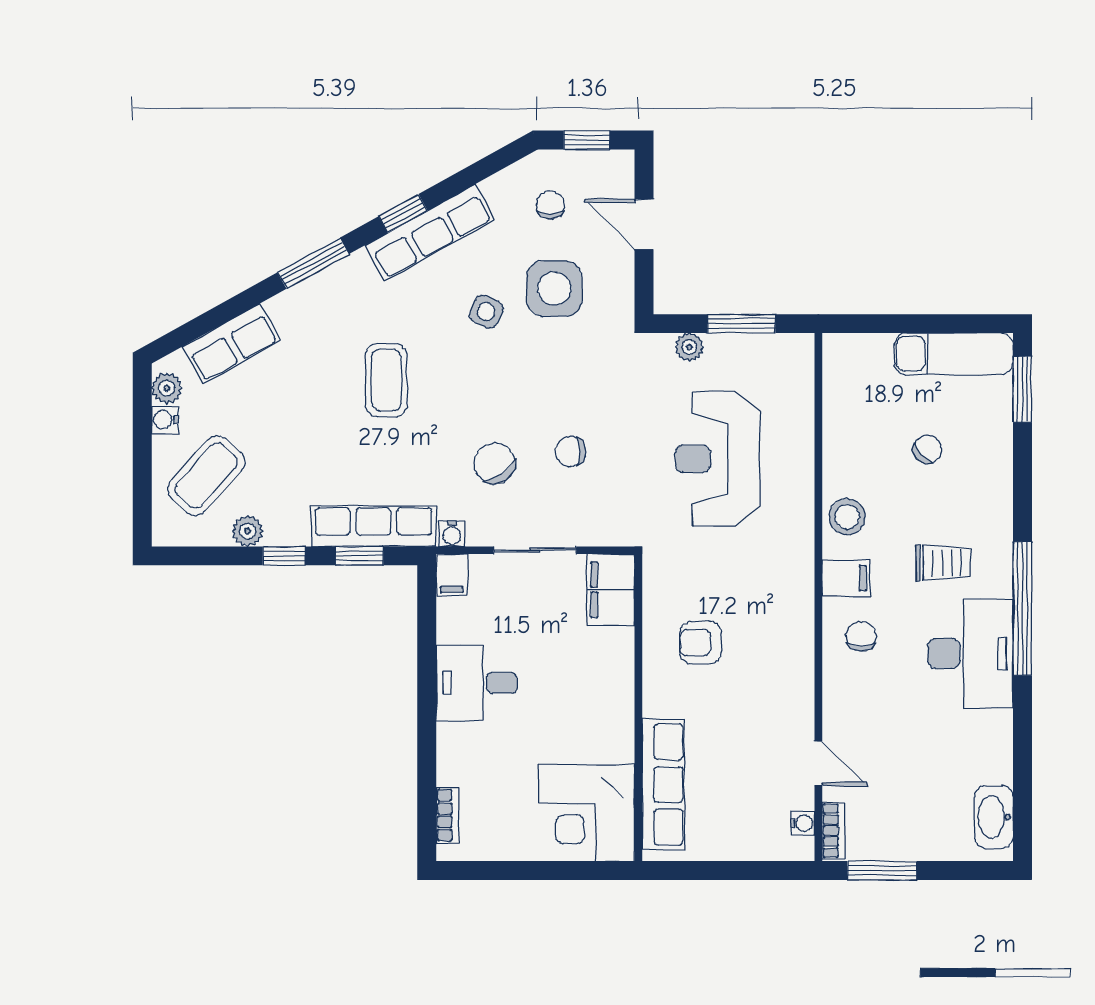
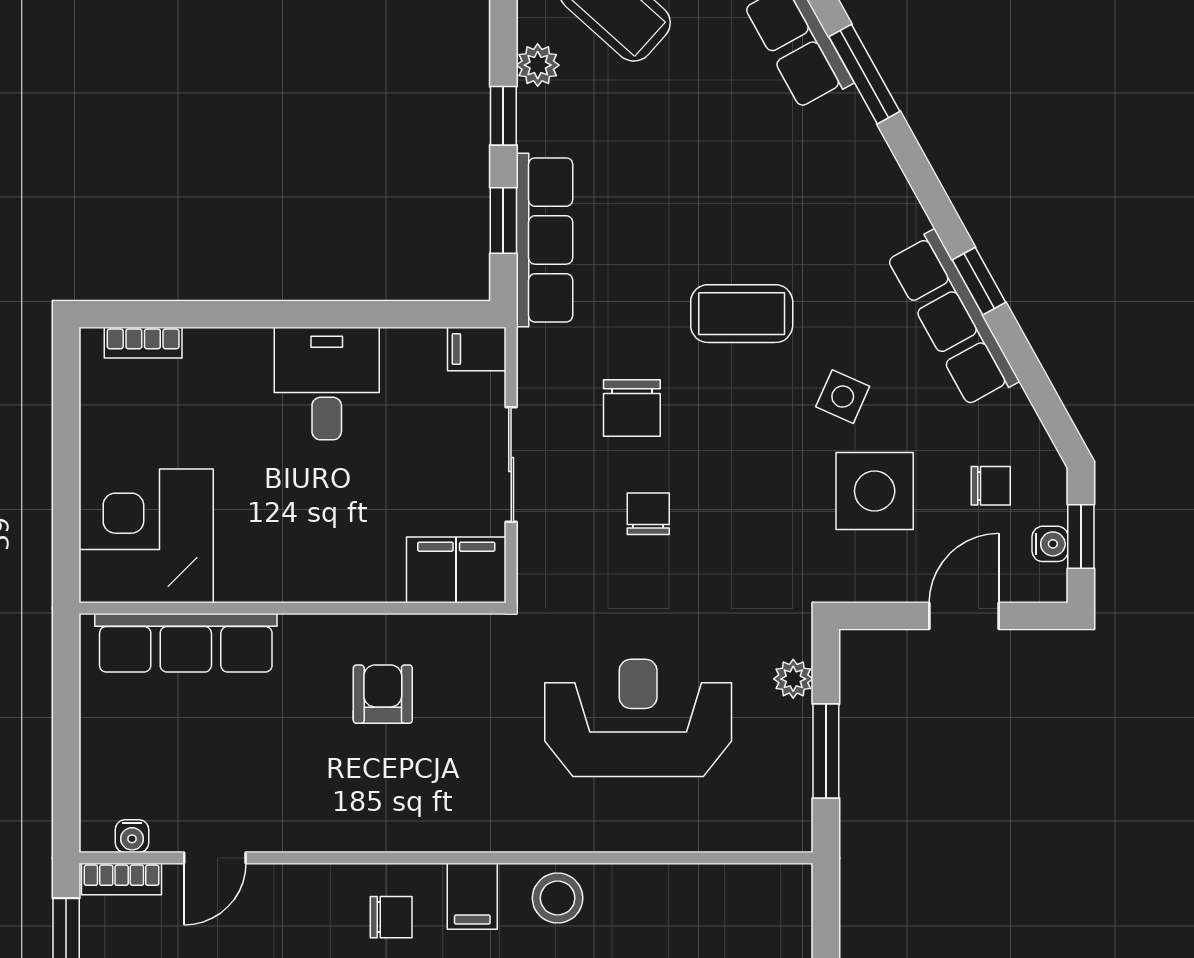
window: (313, 263) -> (864, 74), moved
coffee table: (386, 380) -> (742, 314), moved
chair: (494, 463) -> (632, 408), turned 125
water cooler: (452, 534) -> (1050, 544), moved, turned 180

